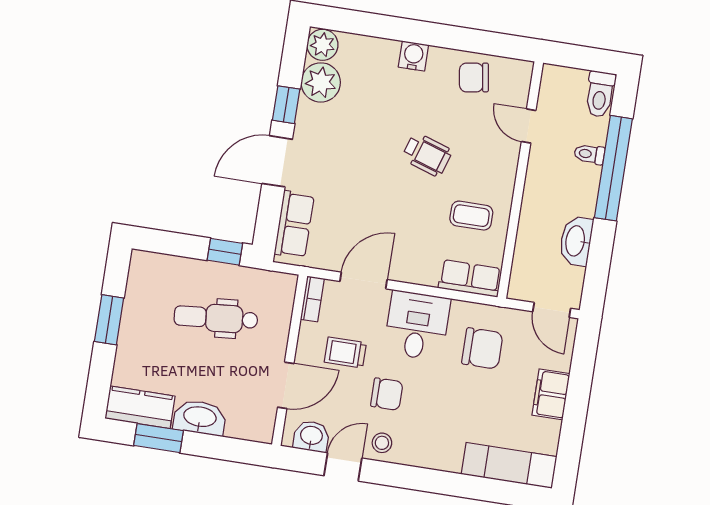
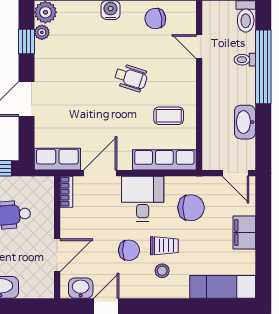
plant: (321, 82) -> (42, 32), width x0.53, depth x0.53
window: (286, 105) -> (27, 42), moved
row of seats: (294, 224) -> (57, 159), moved, turned -90
row of seats: (470, 278) -> (164, 160), width x1.48
trolley: (345, 353) -> (164, 246), moved, turned 180
stool: (382, 443) -> (162, 271), moved

